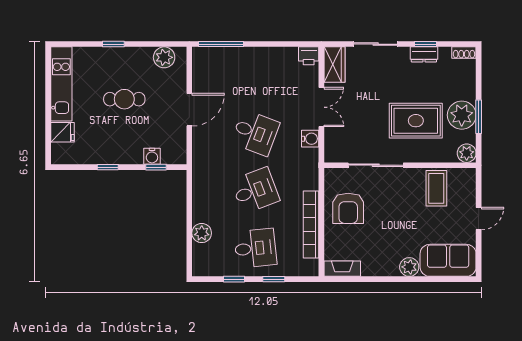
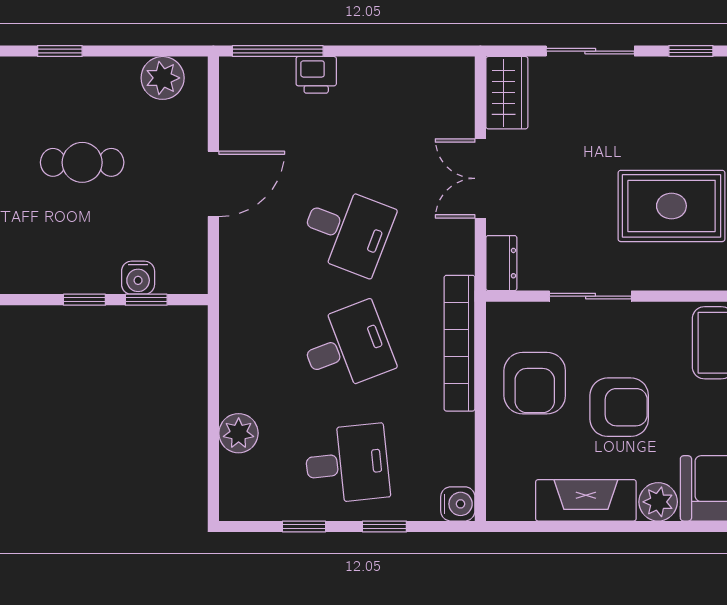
dresser: (424, 54) -> (501, 263), moved, turned -90
printer: (309, 56) -> (316, 75), moved
double door: (321, 107) -> (480, 178), swing flipped
water cooler: (310, 139) -> (458, 504), moved
sliding door: (376, 165) -> (590, 296), width x0.73
window: (108, 167) -> (84, 300), moved
armchair: (390, 220) -> (619, 407), added
bookcase: (311, 225) -> (460, 343), moved
fireplace: (342, 269) -> (586, 500), moved, width x1.37, depth x1.32

